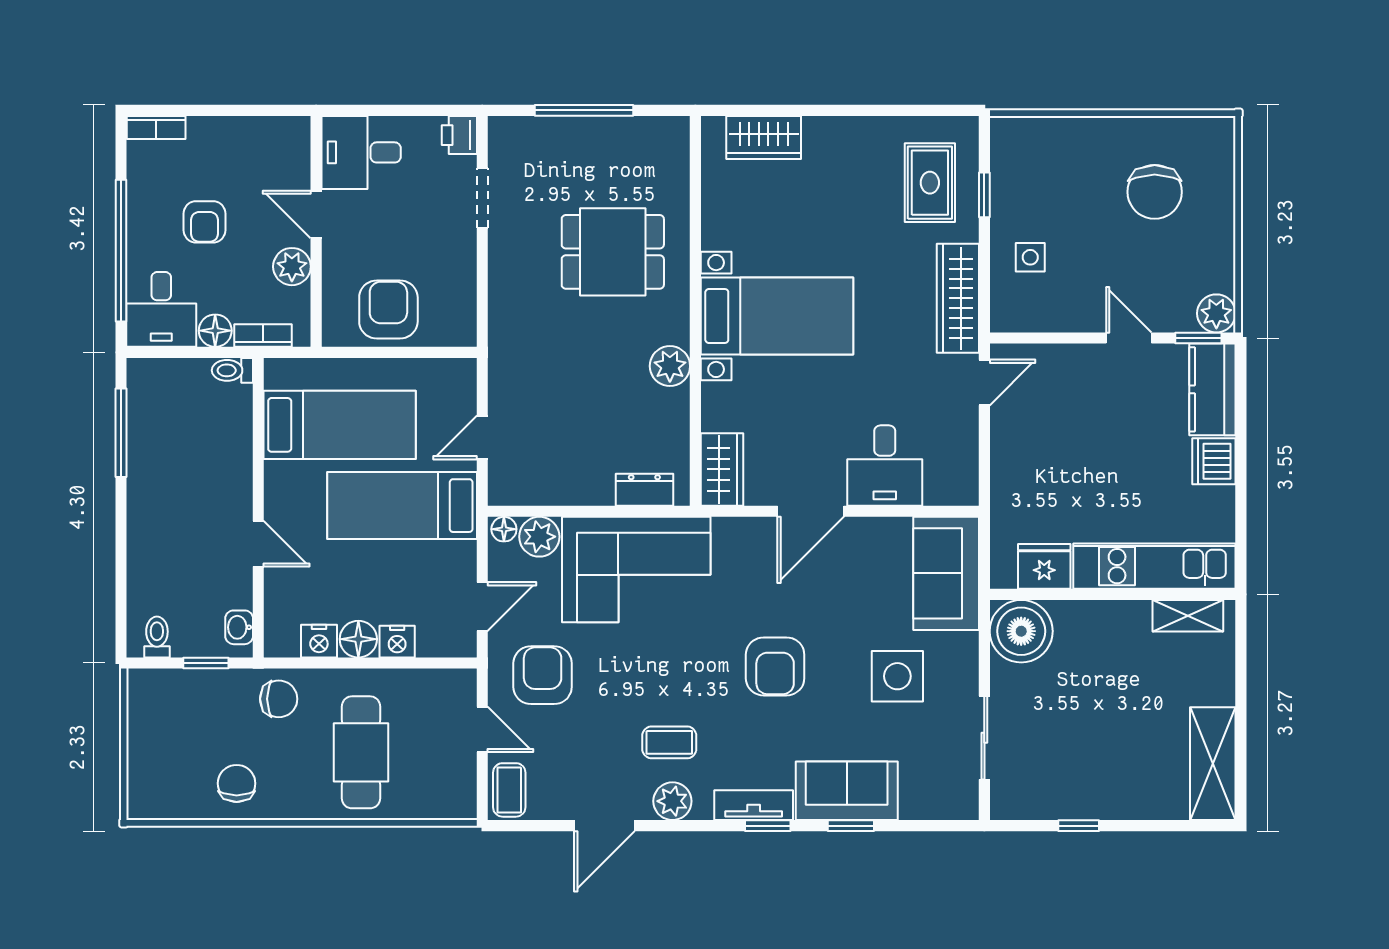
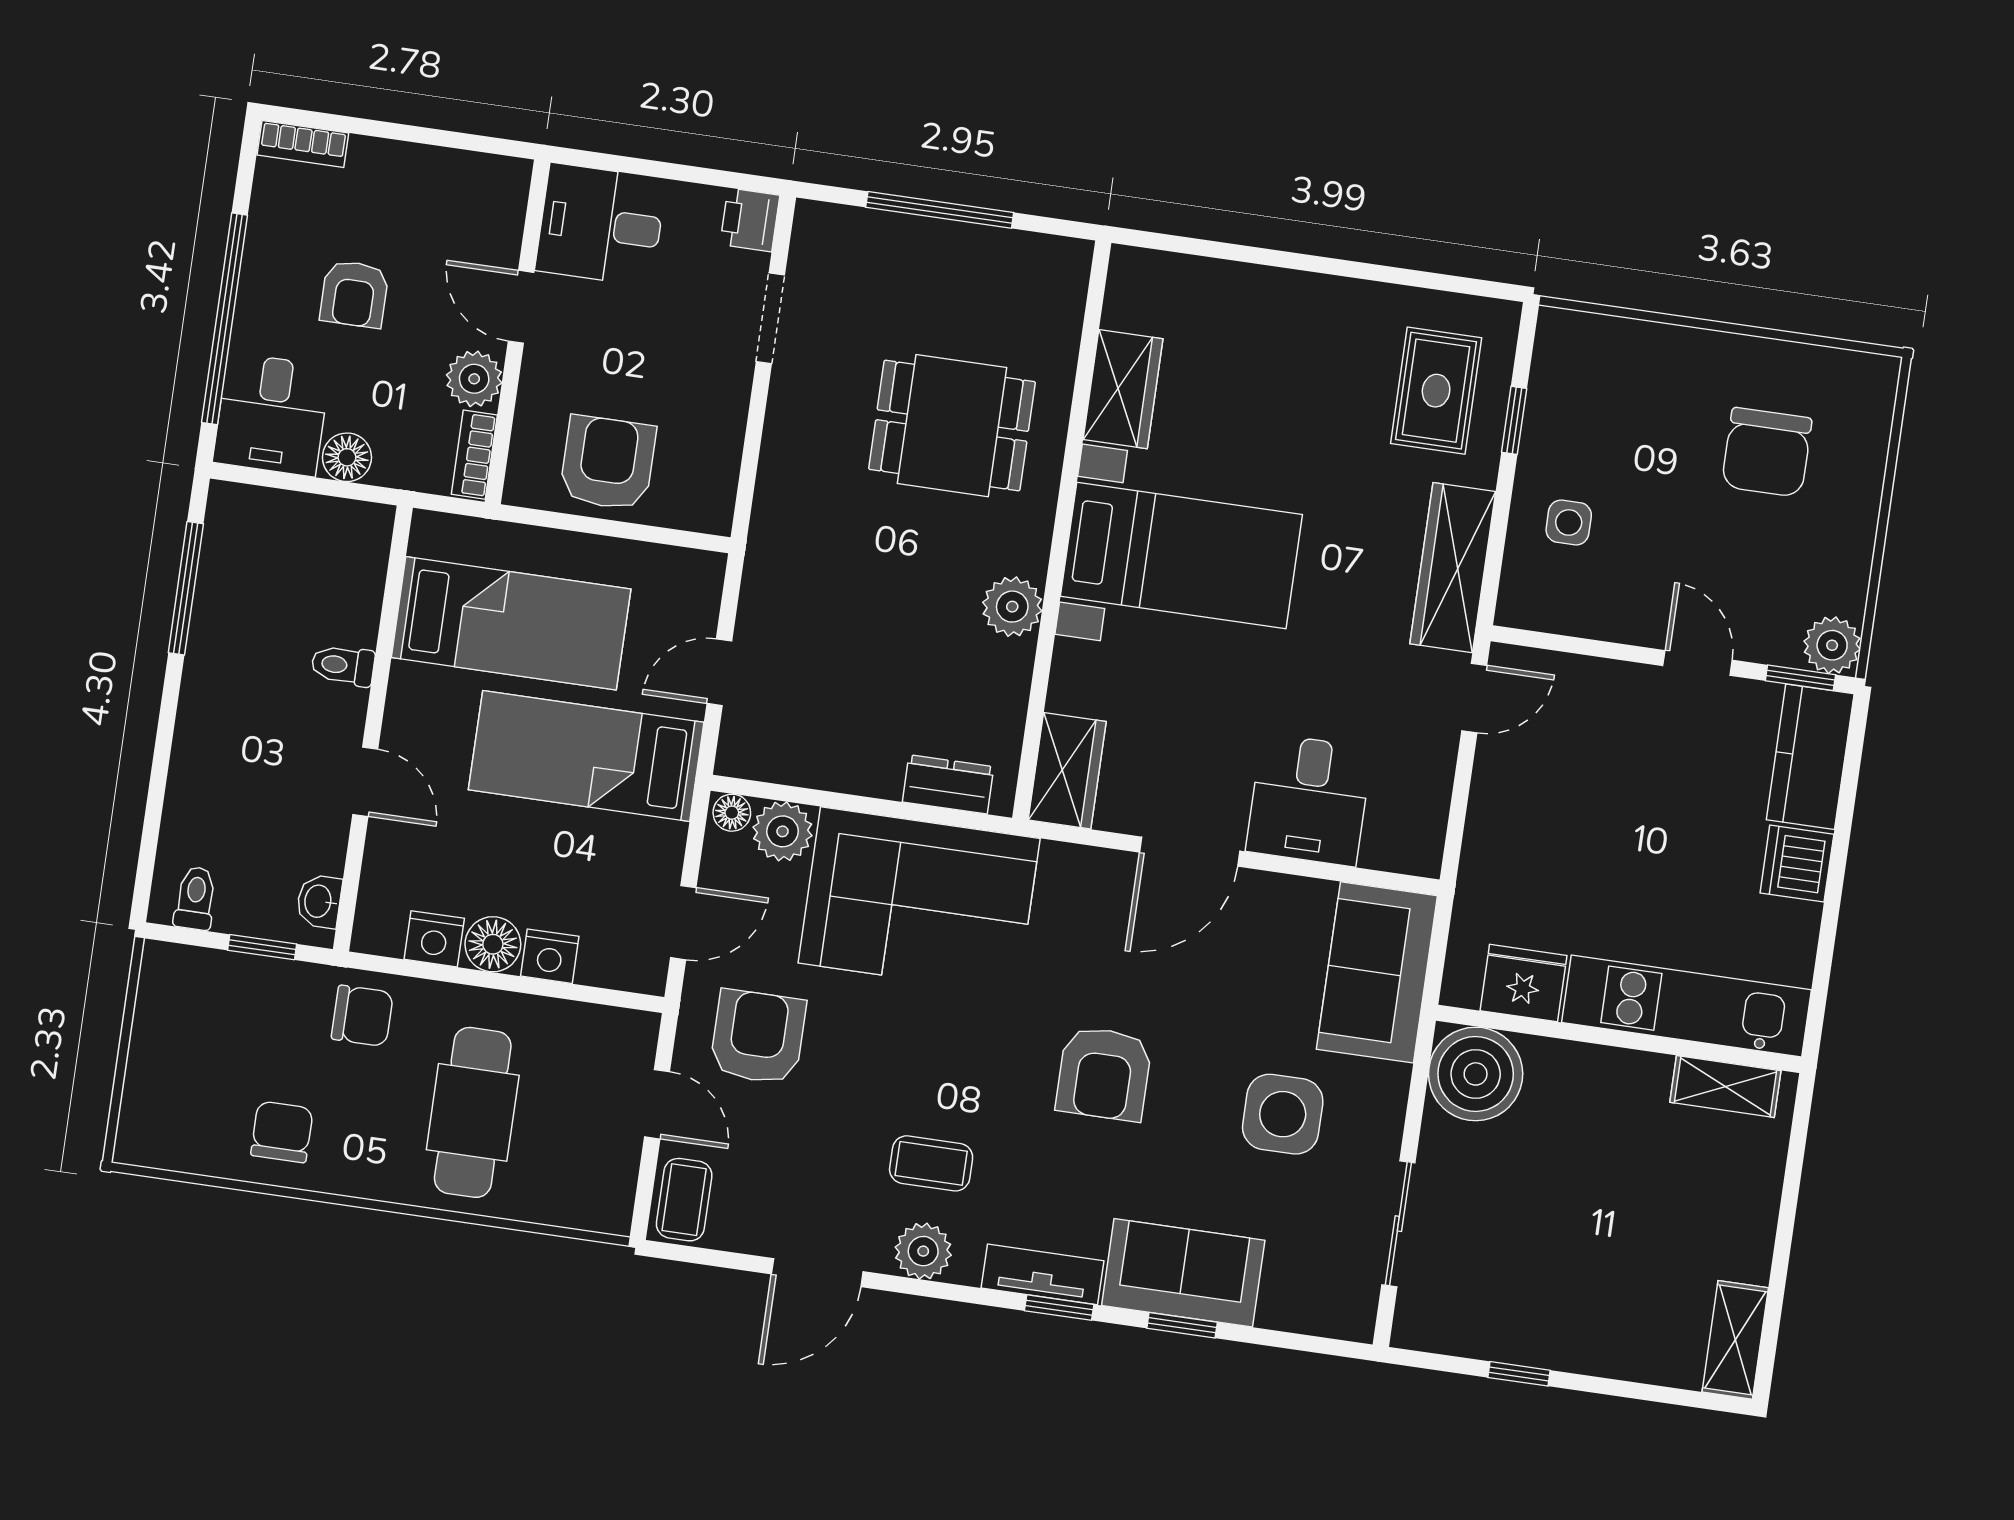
wardrobe: (764, 137) -> (1123, 389), moved, turned -90
bookcase: (263, 336) -> (474, 455), moved, turned -90
toilet: (232, 370) -> (343, 665), moved
shelving: (1213, 764) -> (1735, 1340), width x0.67, depth x0.75

